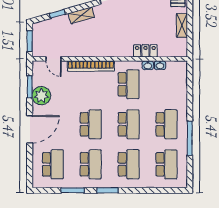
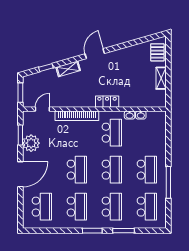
locker: (145, 51) -> (107, 102), moved
door: (53, 59) -> (42, 109), swing flipped
window: (73, 190) -> (123, 231), moved

